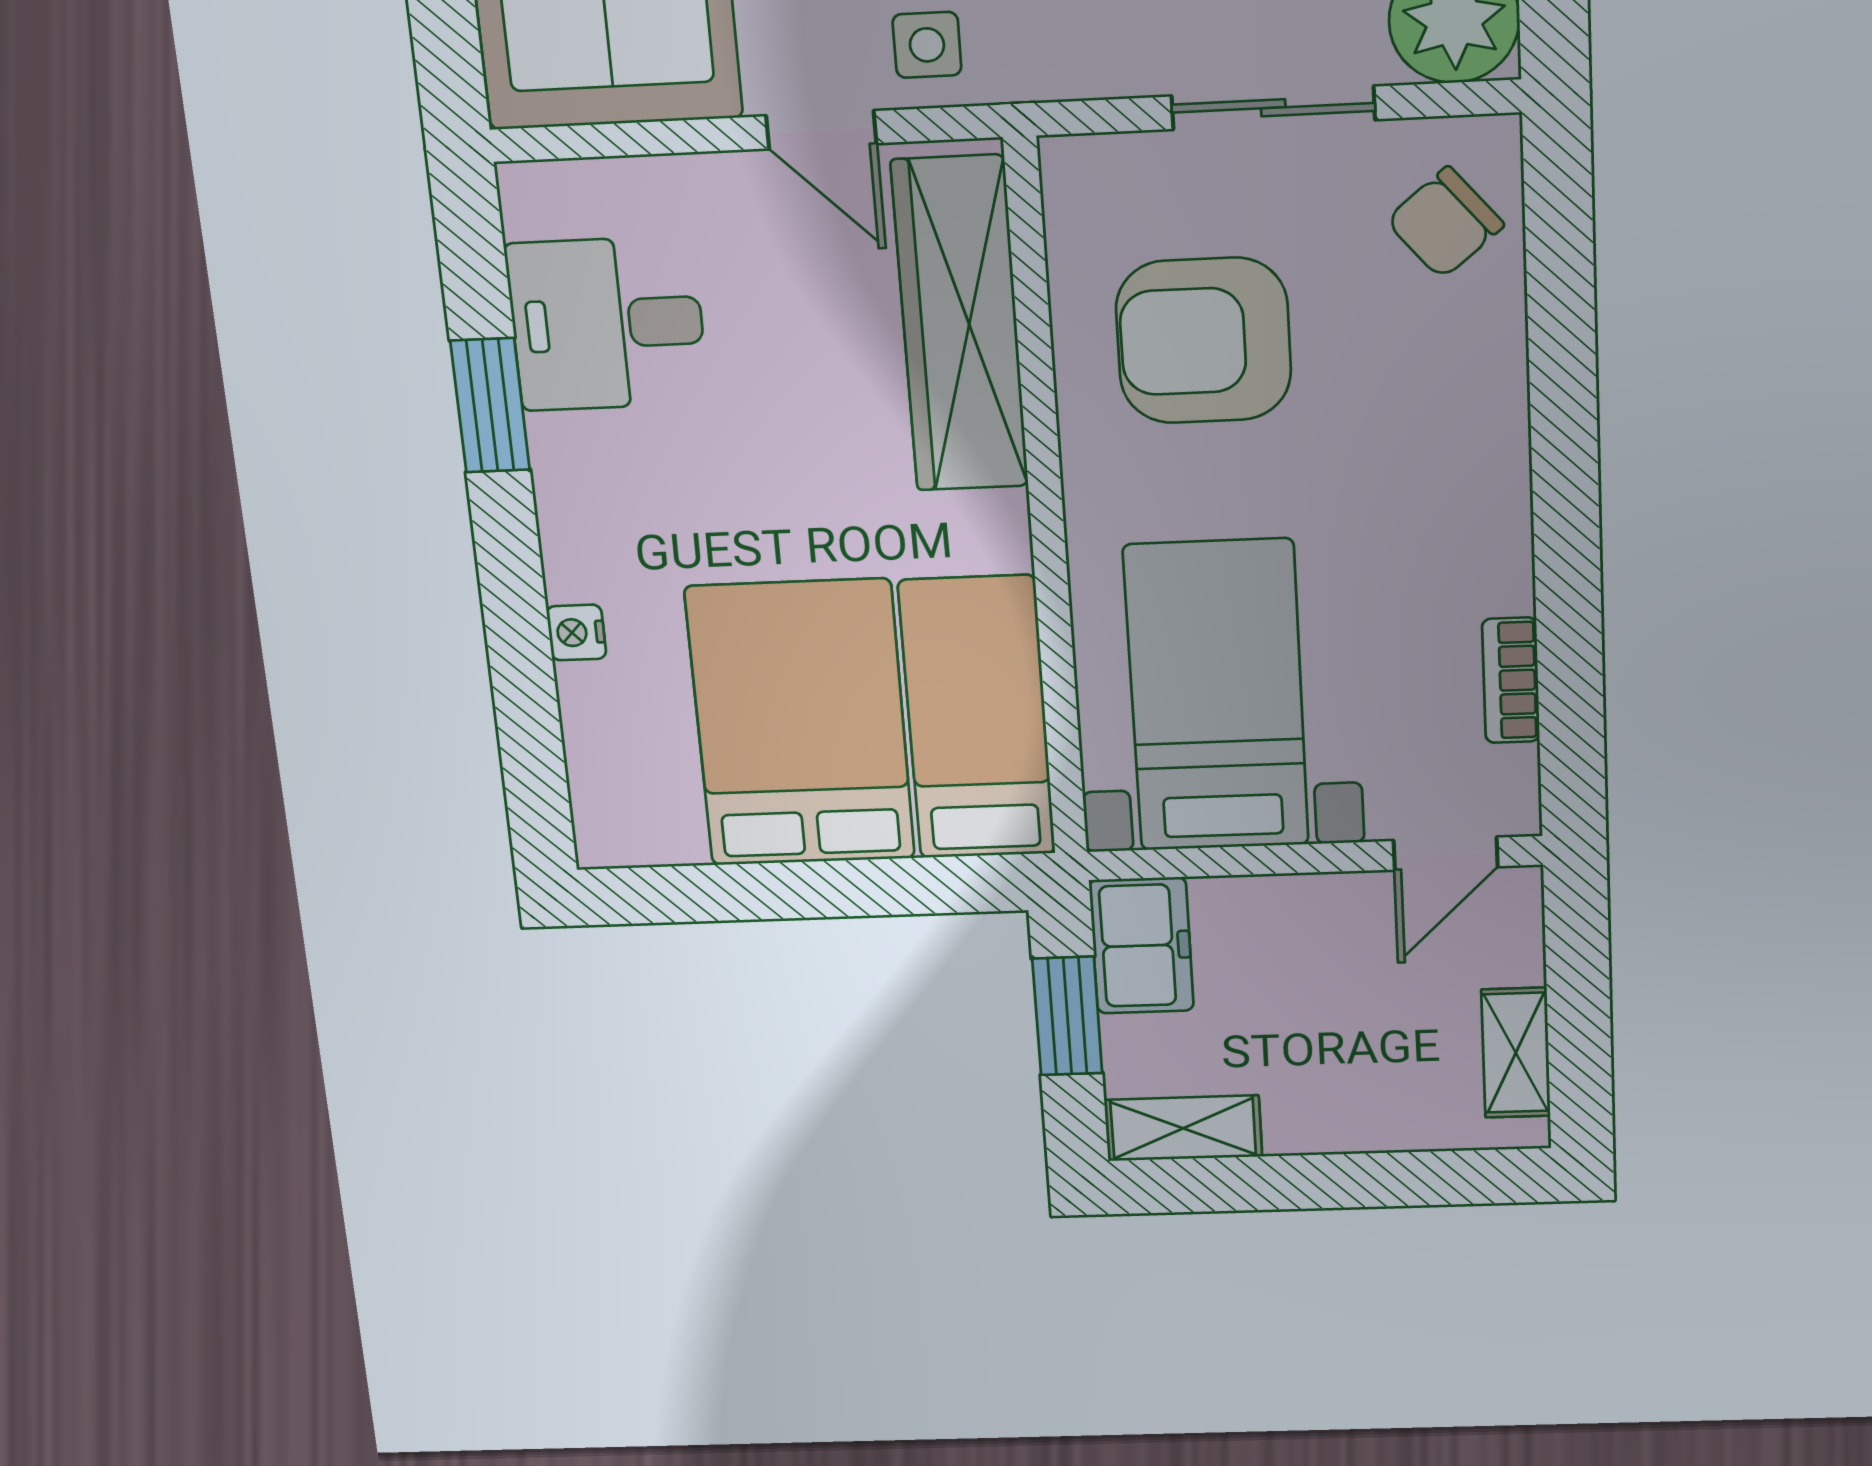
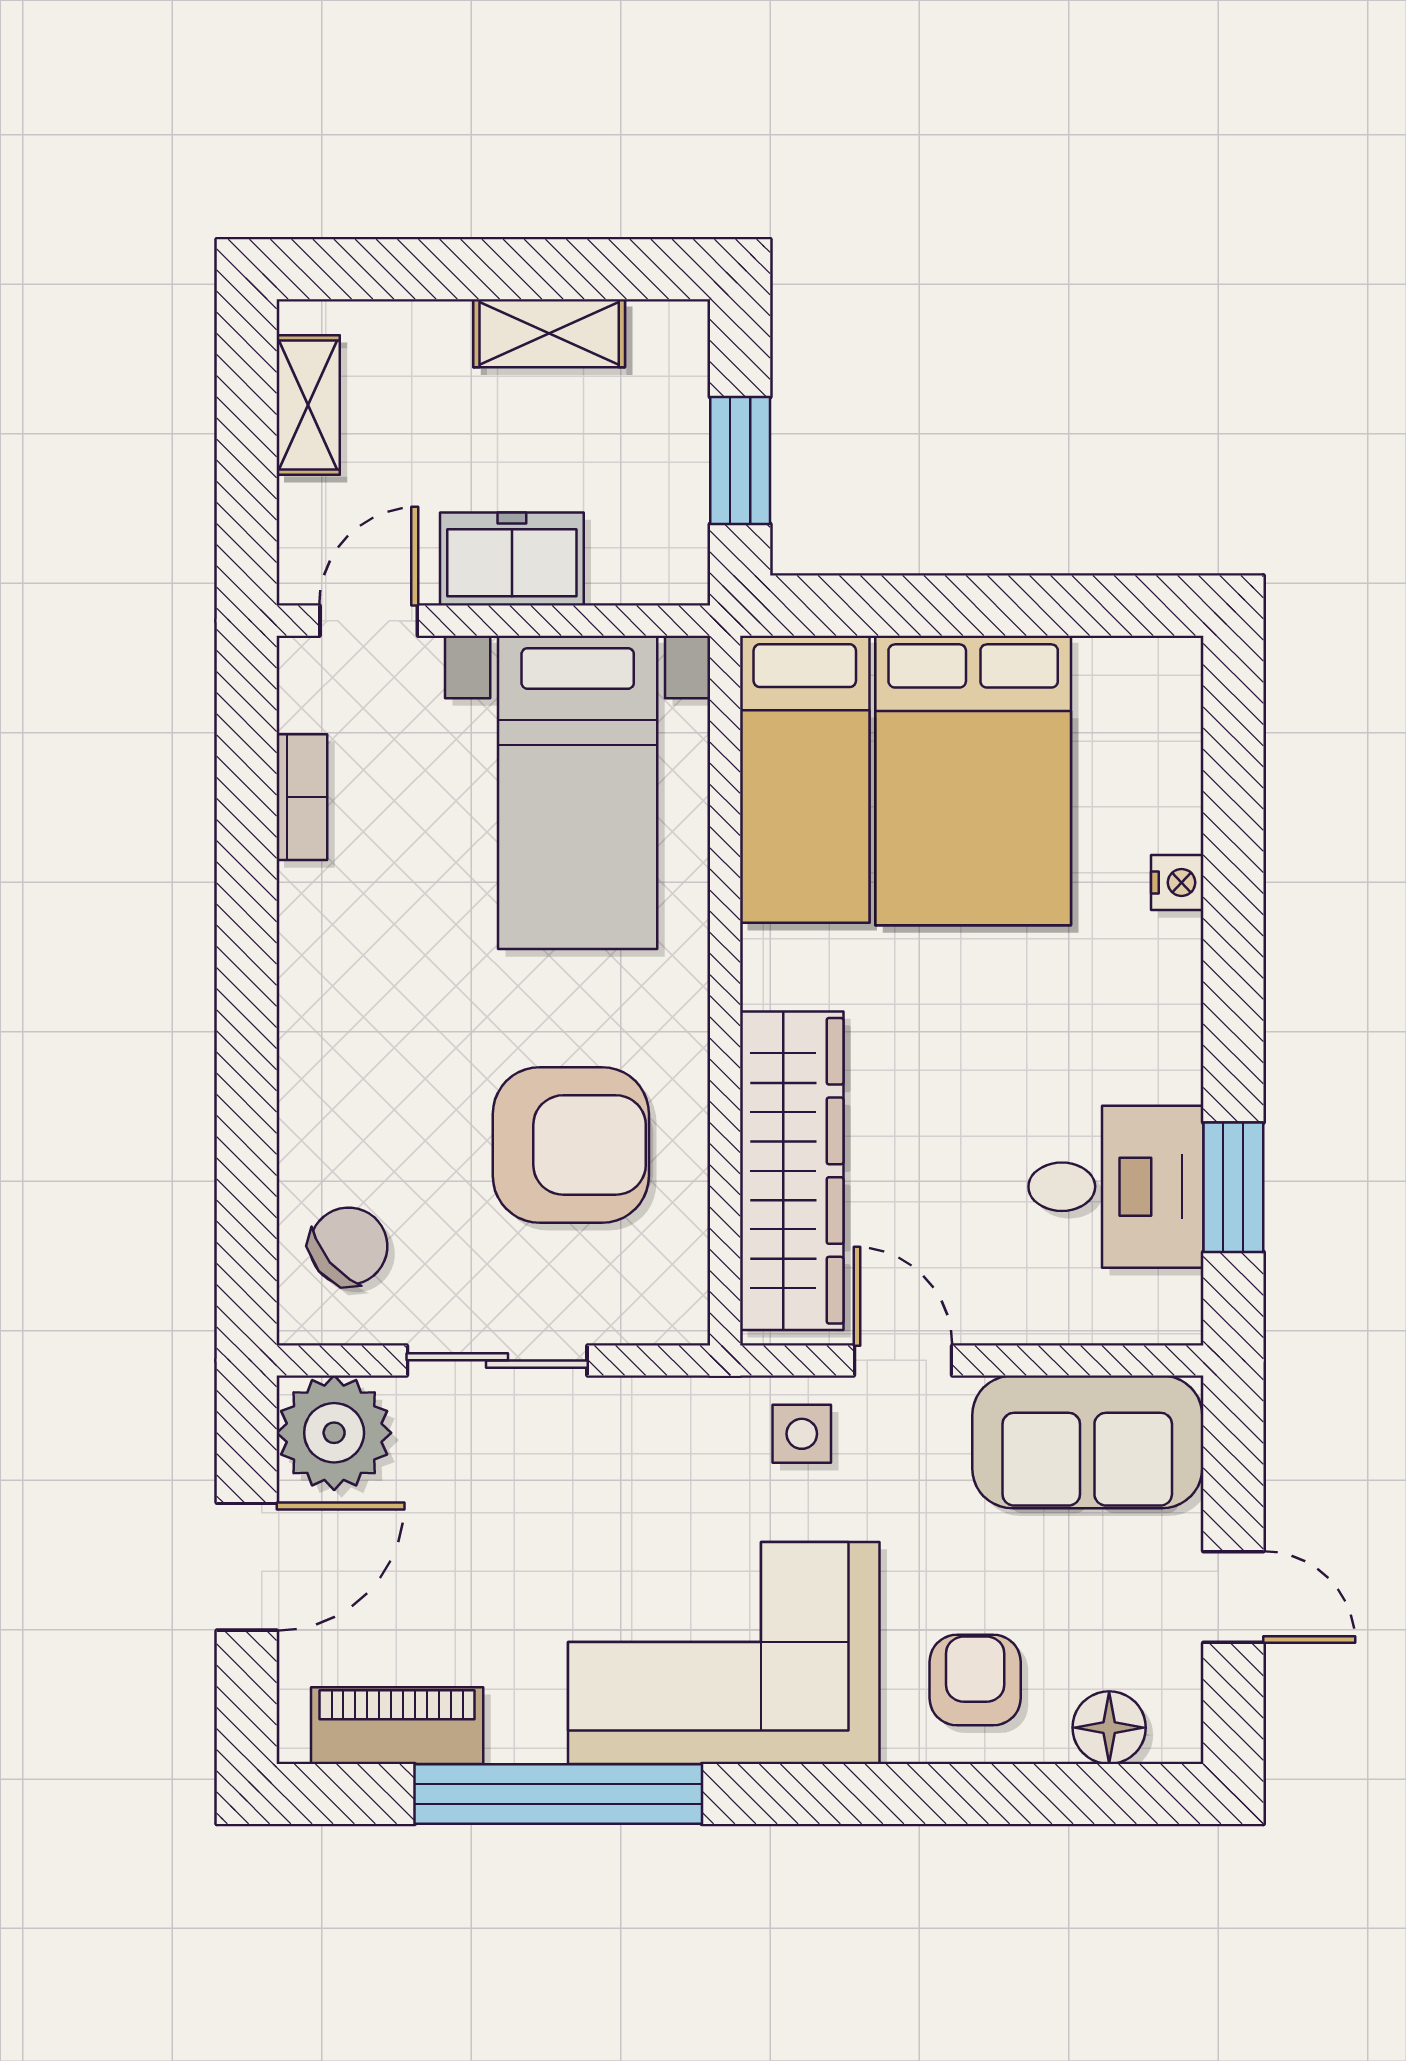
window: (490, 405) -> (1233, 1187), moved
freezer: (1141, 946) -> (512, 559), moved, turned 90
shelving: (1183, 1128) -> (549, 333), moved

